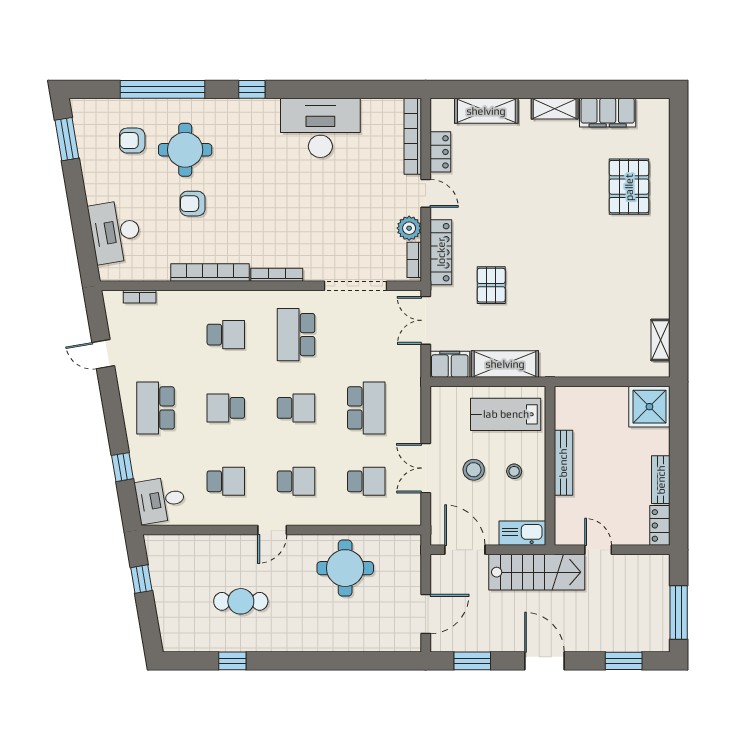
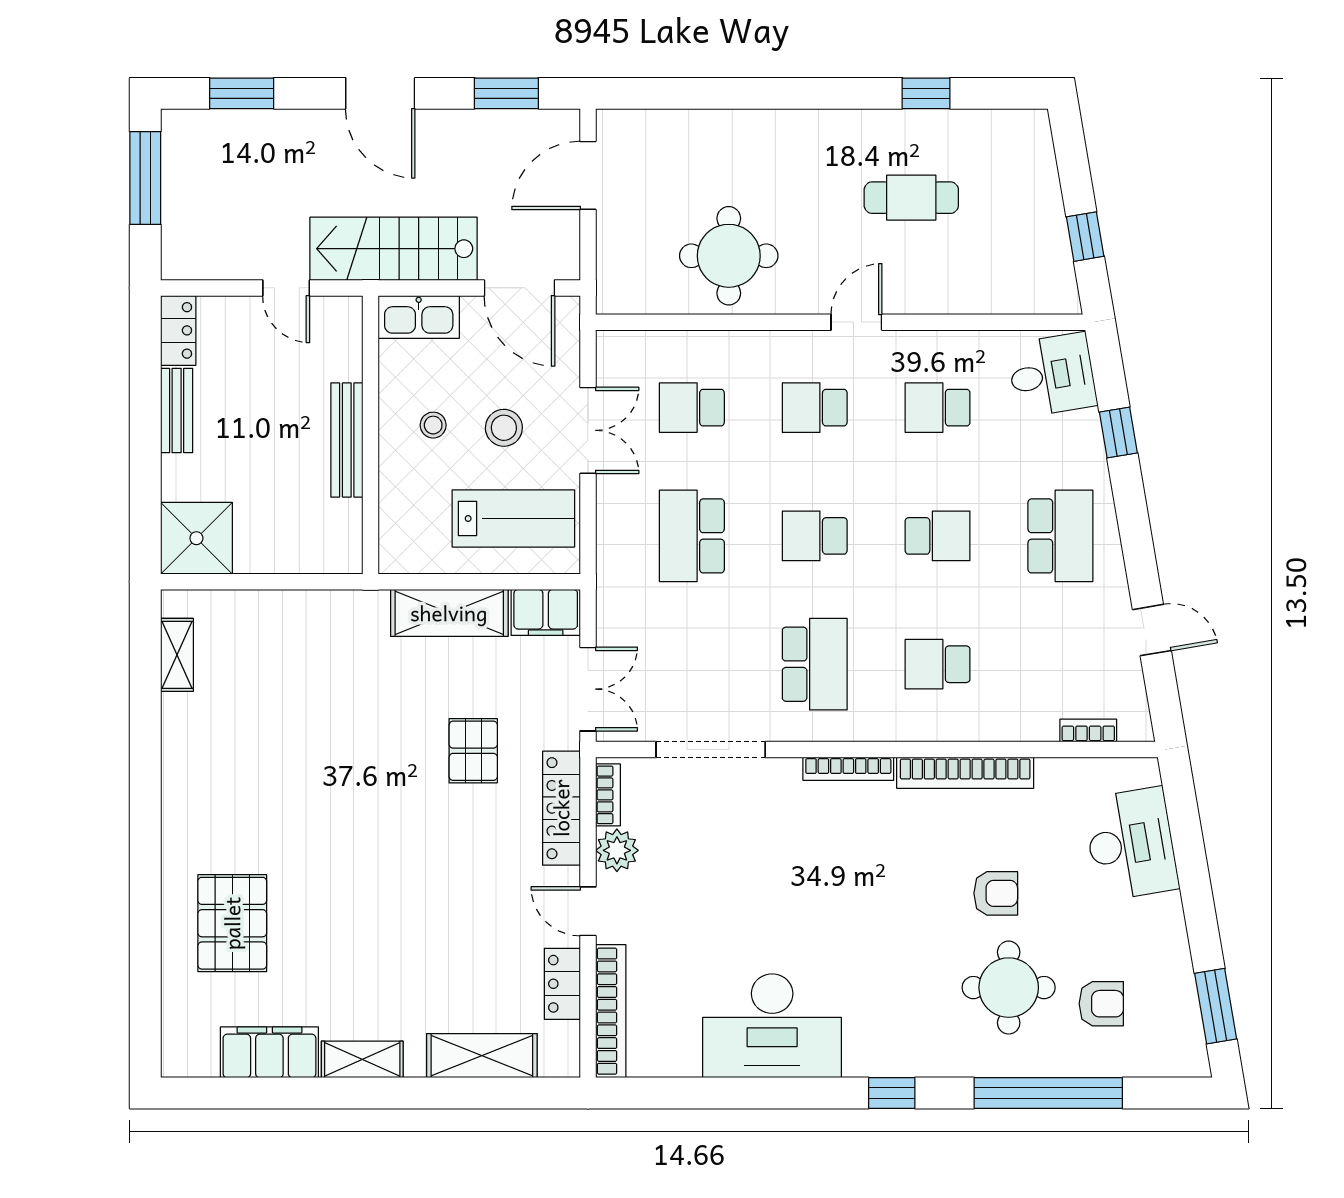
lab bench: (506, 414) -> (513, 518), moved

